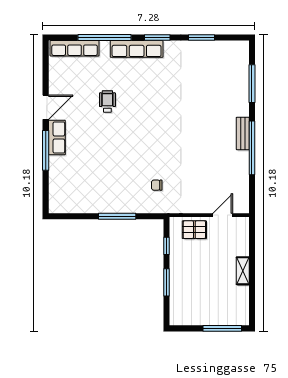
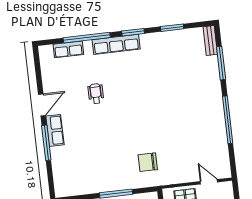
row of seats: (75, 48) -> (68, 49), width x0.68
bench: (243, 133) -> (210, 41), moved
chair: (157, 185) -> (148, 162), width x1.87, depth x1.87
door: (223, 215) -> (209, 182), hinge flipped

